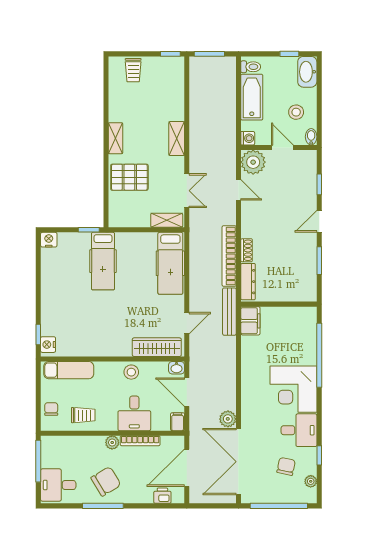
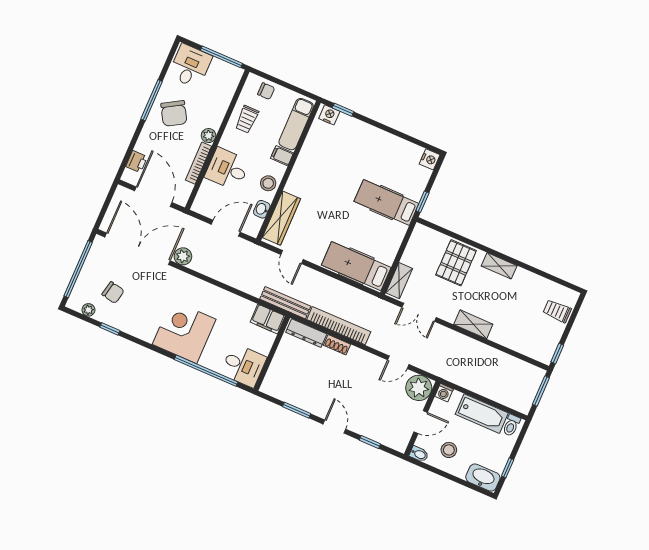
washbasin: (176, 368) -> (262, 209), moved
filing cabinet: (178, 422) -> (282, 156), moved, turned 180
desk: (299, 430) -> (243, 365), moved, turned -90

